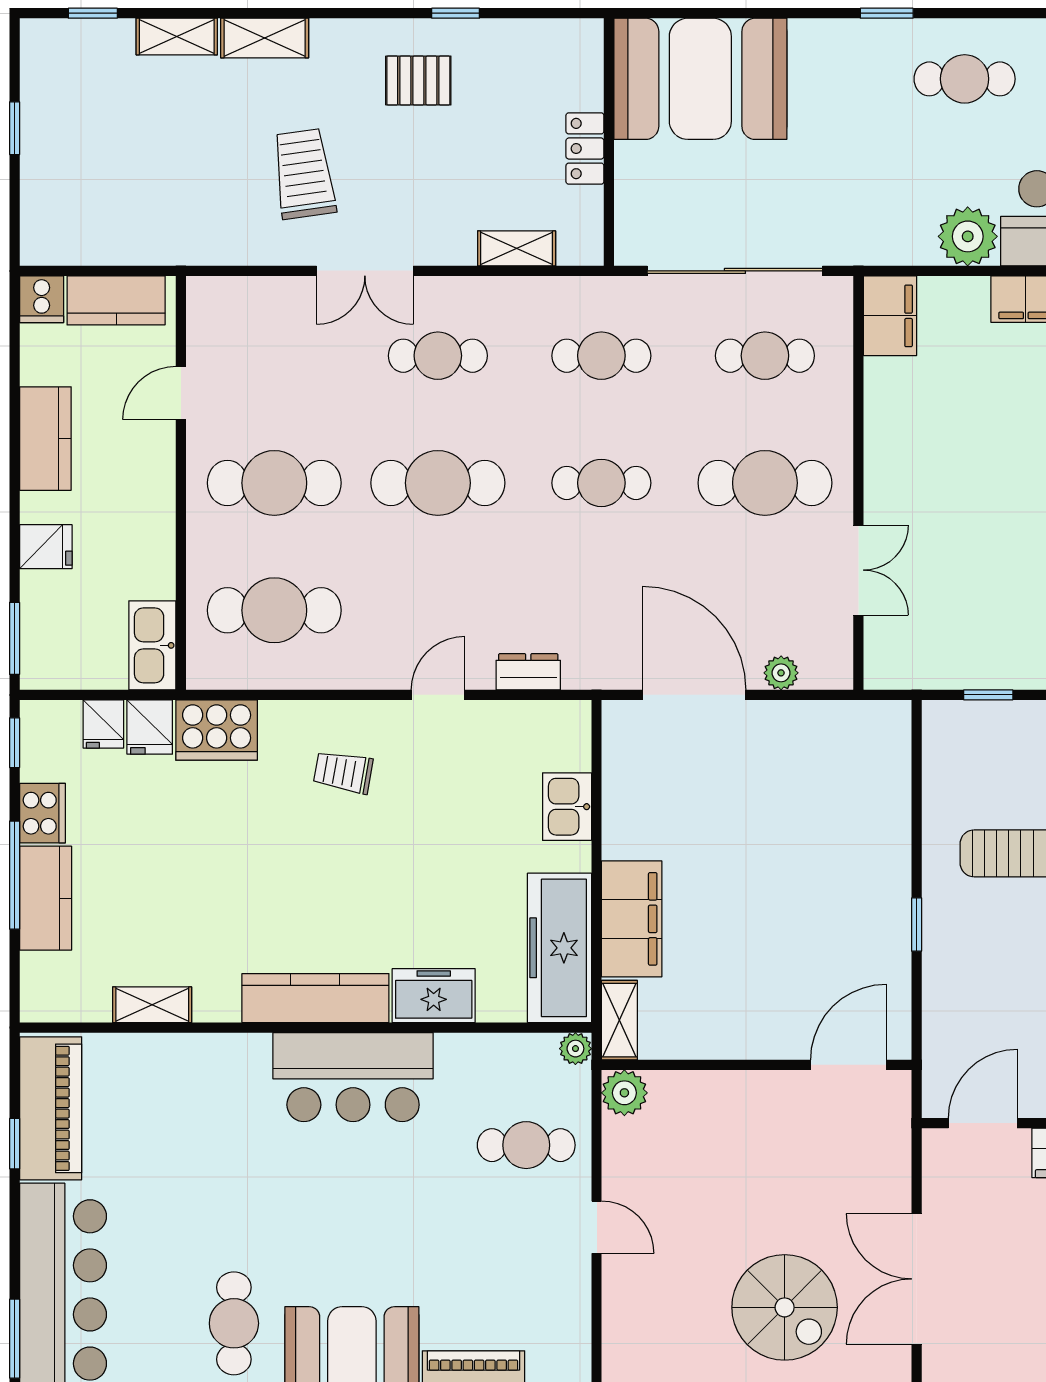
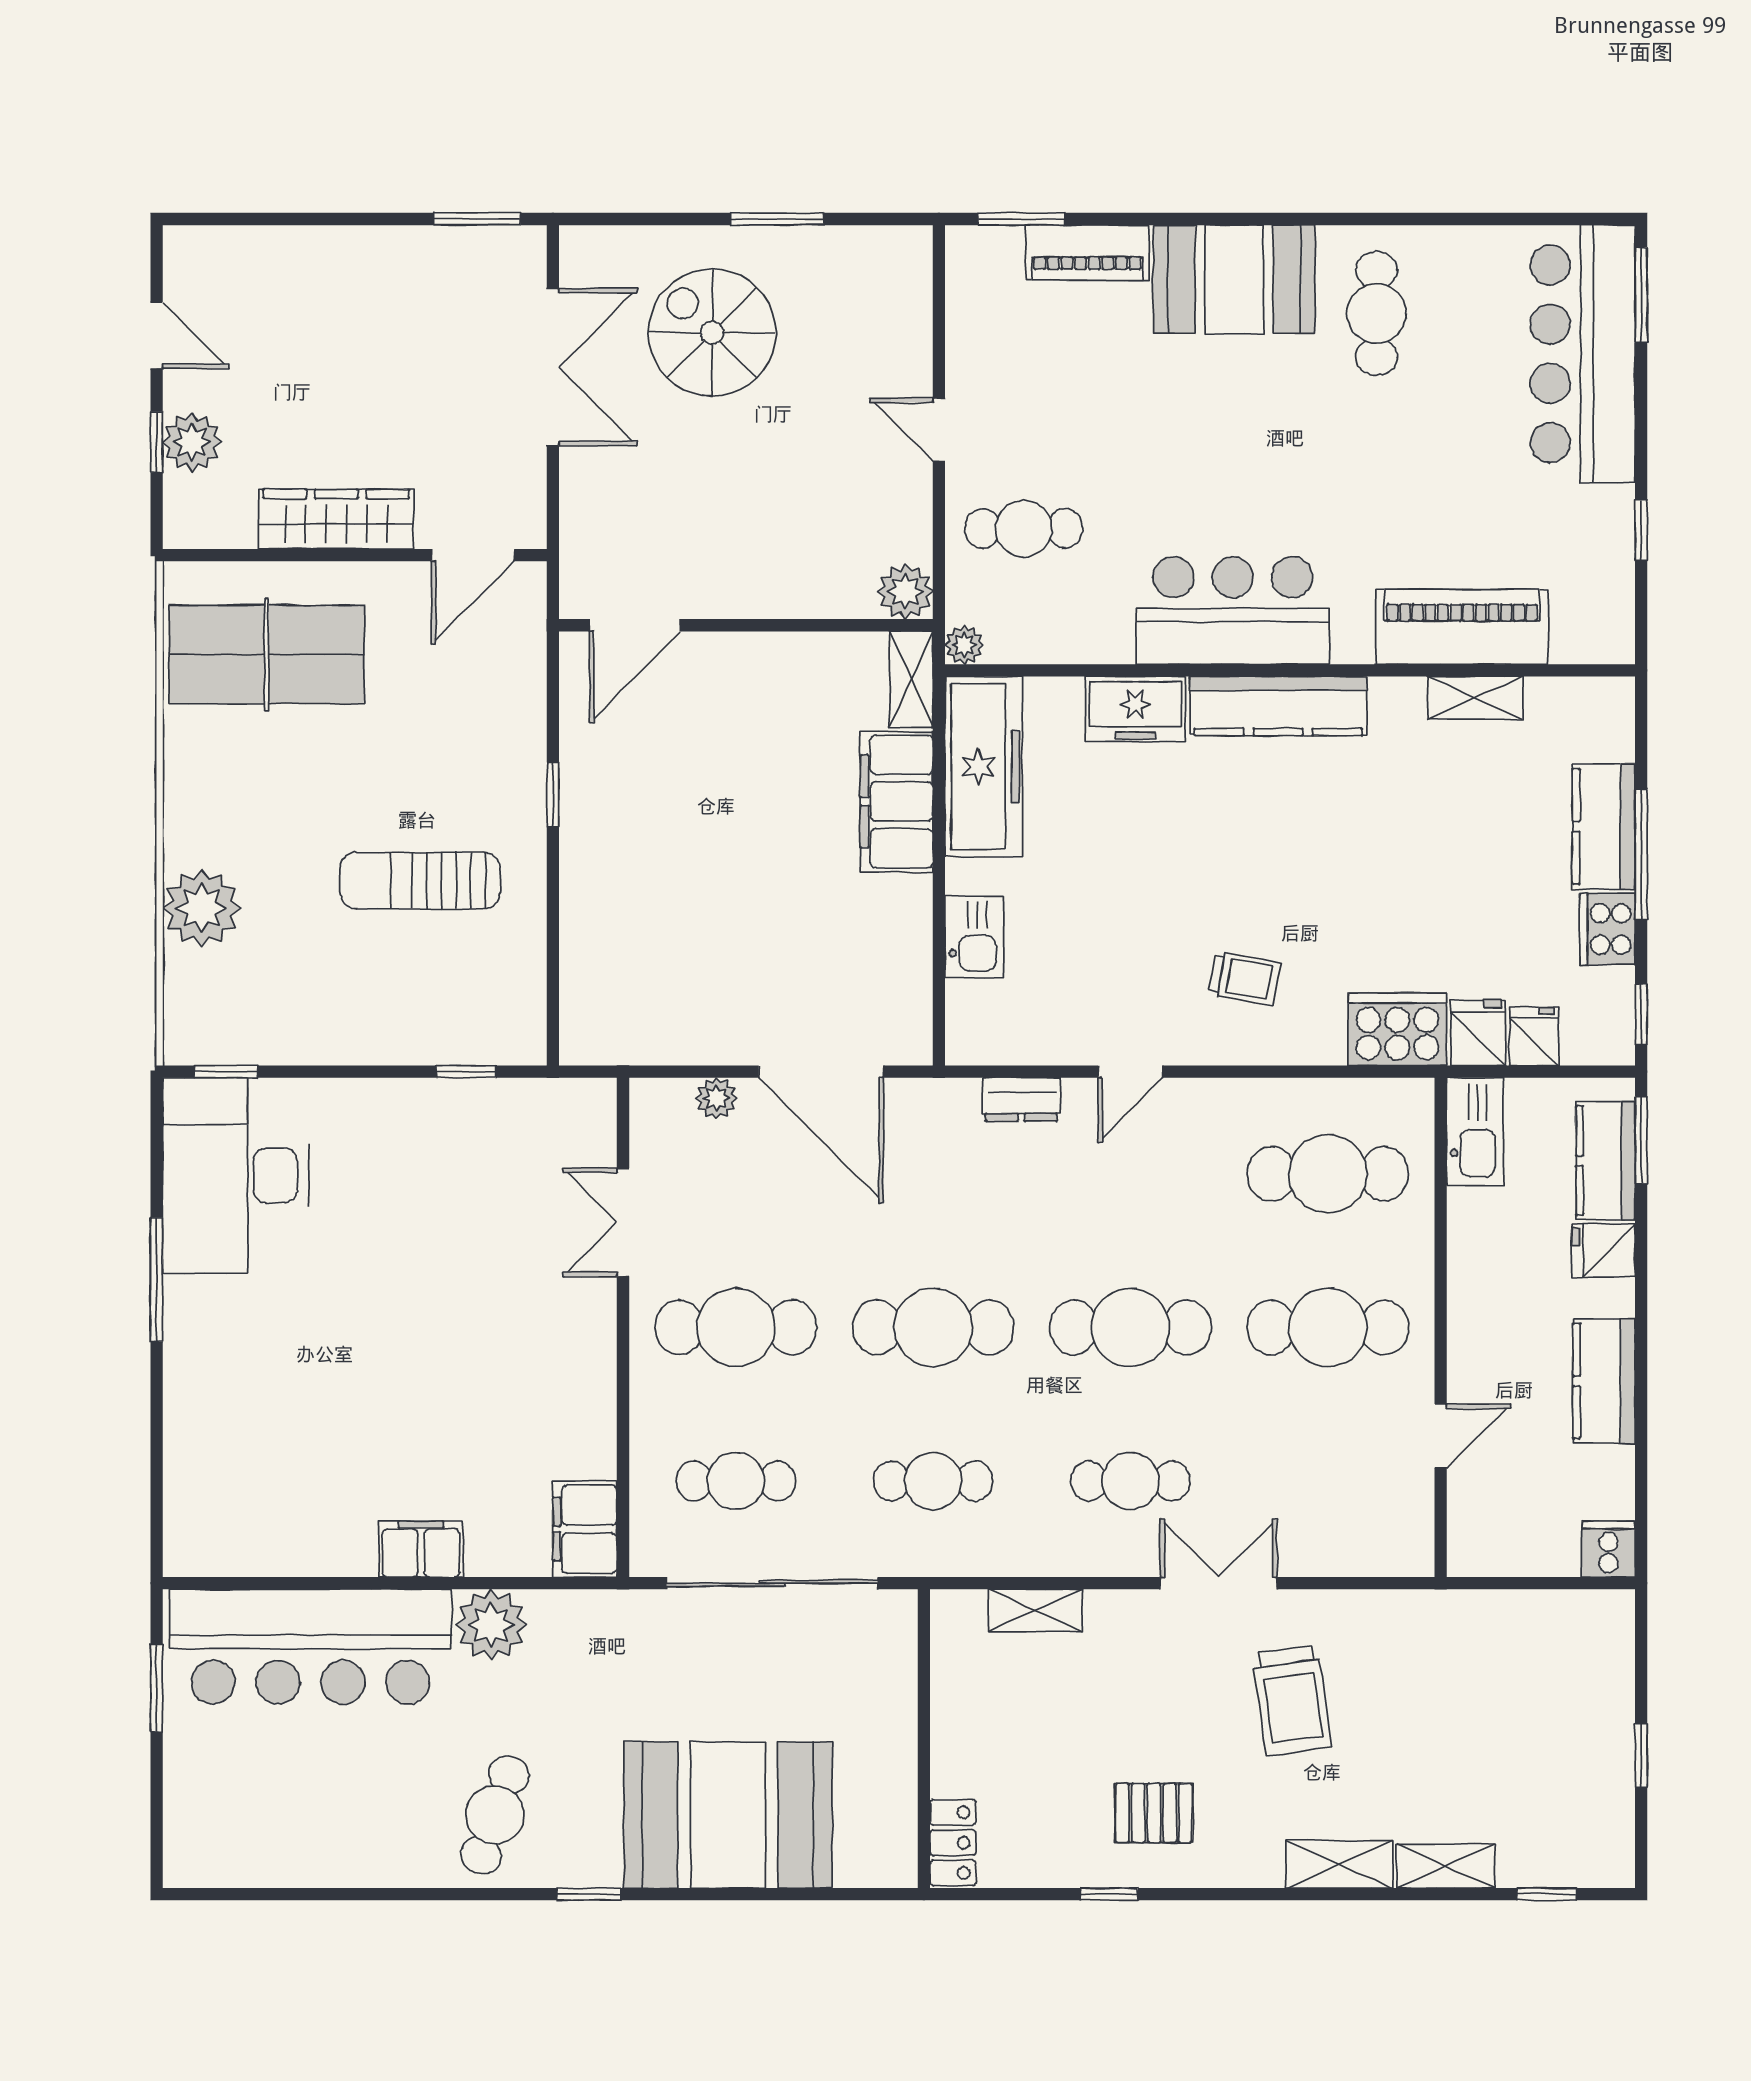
booth: (700, 79) -> (728, 1815), moved
cafe table: (965, 79) -> (495, 1815), turned -71
locker: (585, 149) -> (953, 1843), moved
kitchen counter: (116, 300) -> (1606, 1161), moved, turned -90
cafe table: (601, 483) -> (933, 1327), width x1.37, depth x1.35
piano: (51, 1108) -> (1462, 627), moved, turned 90

